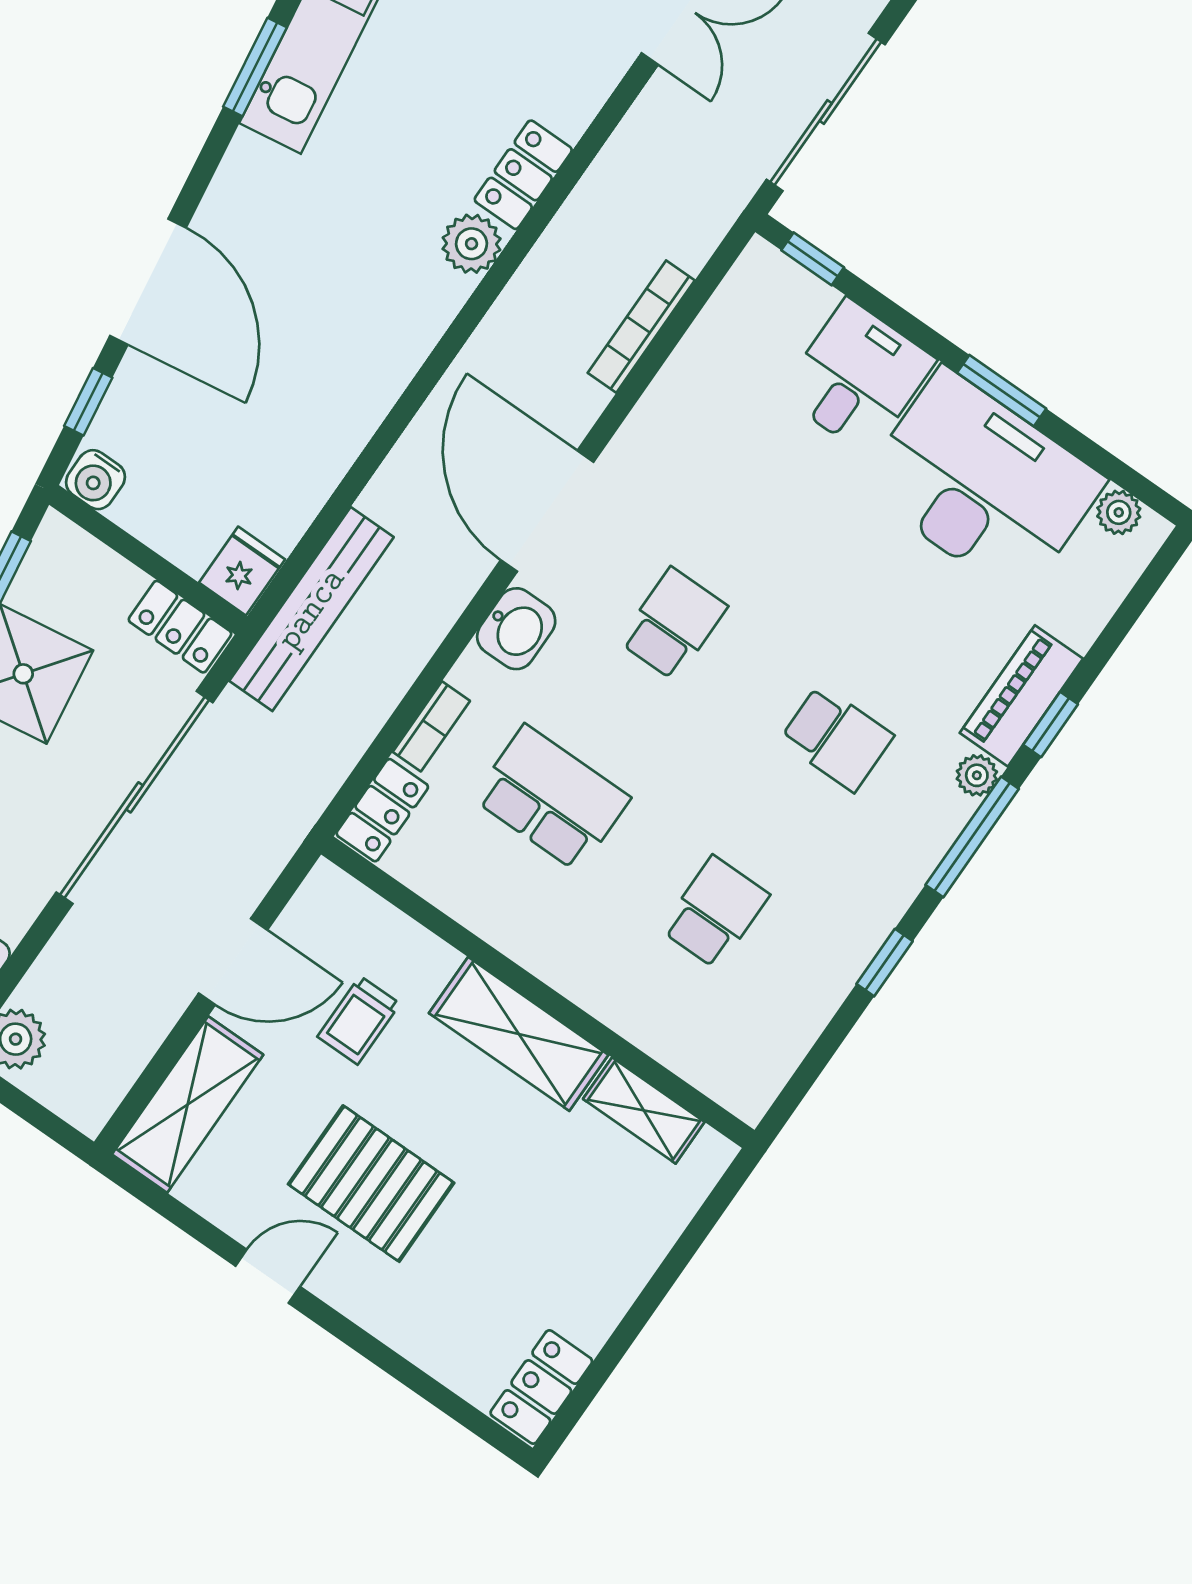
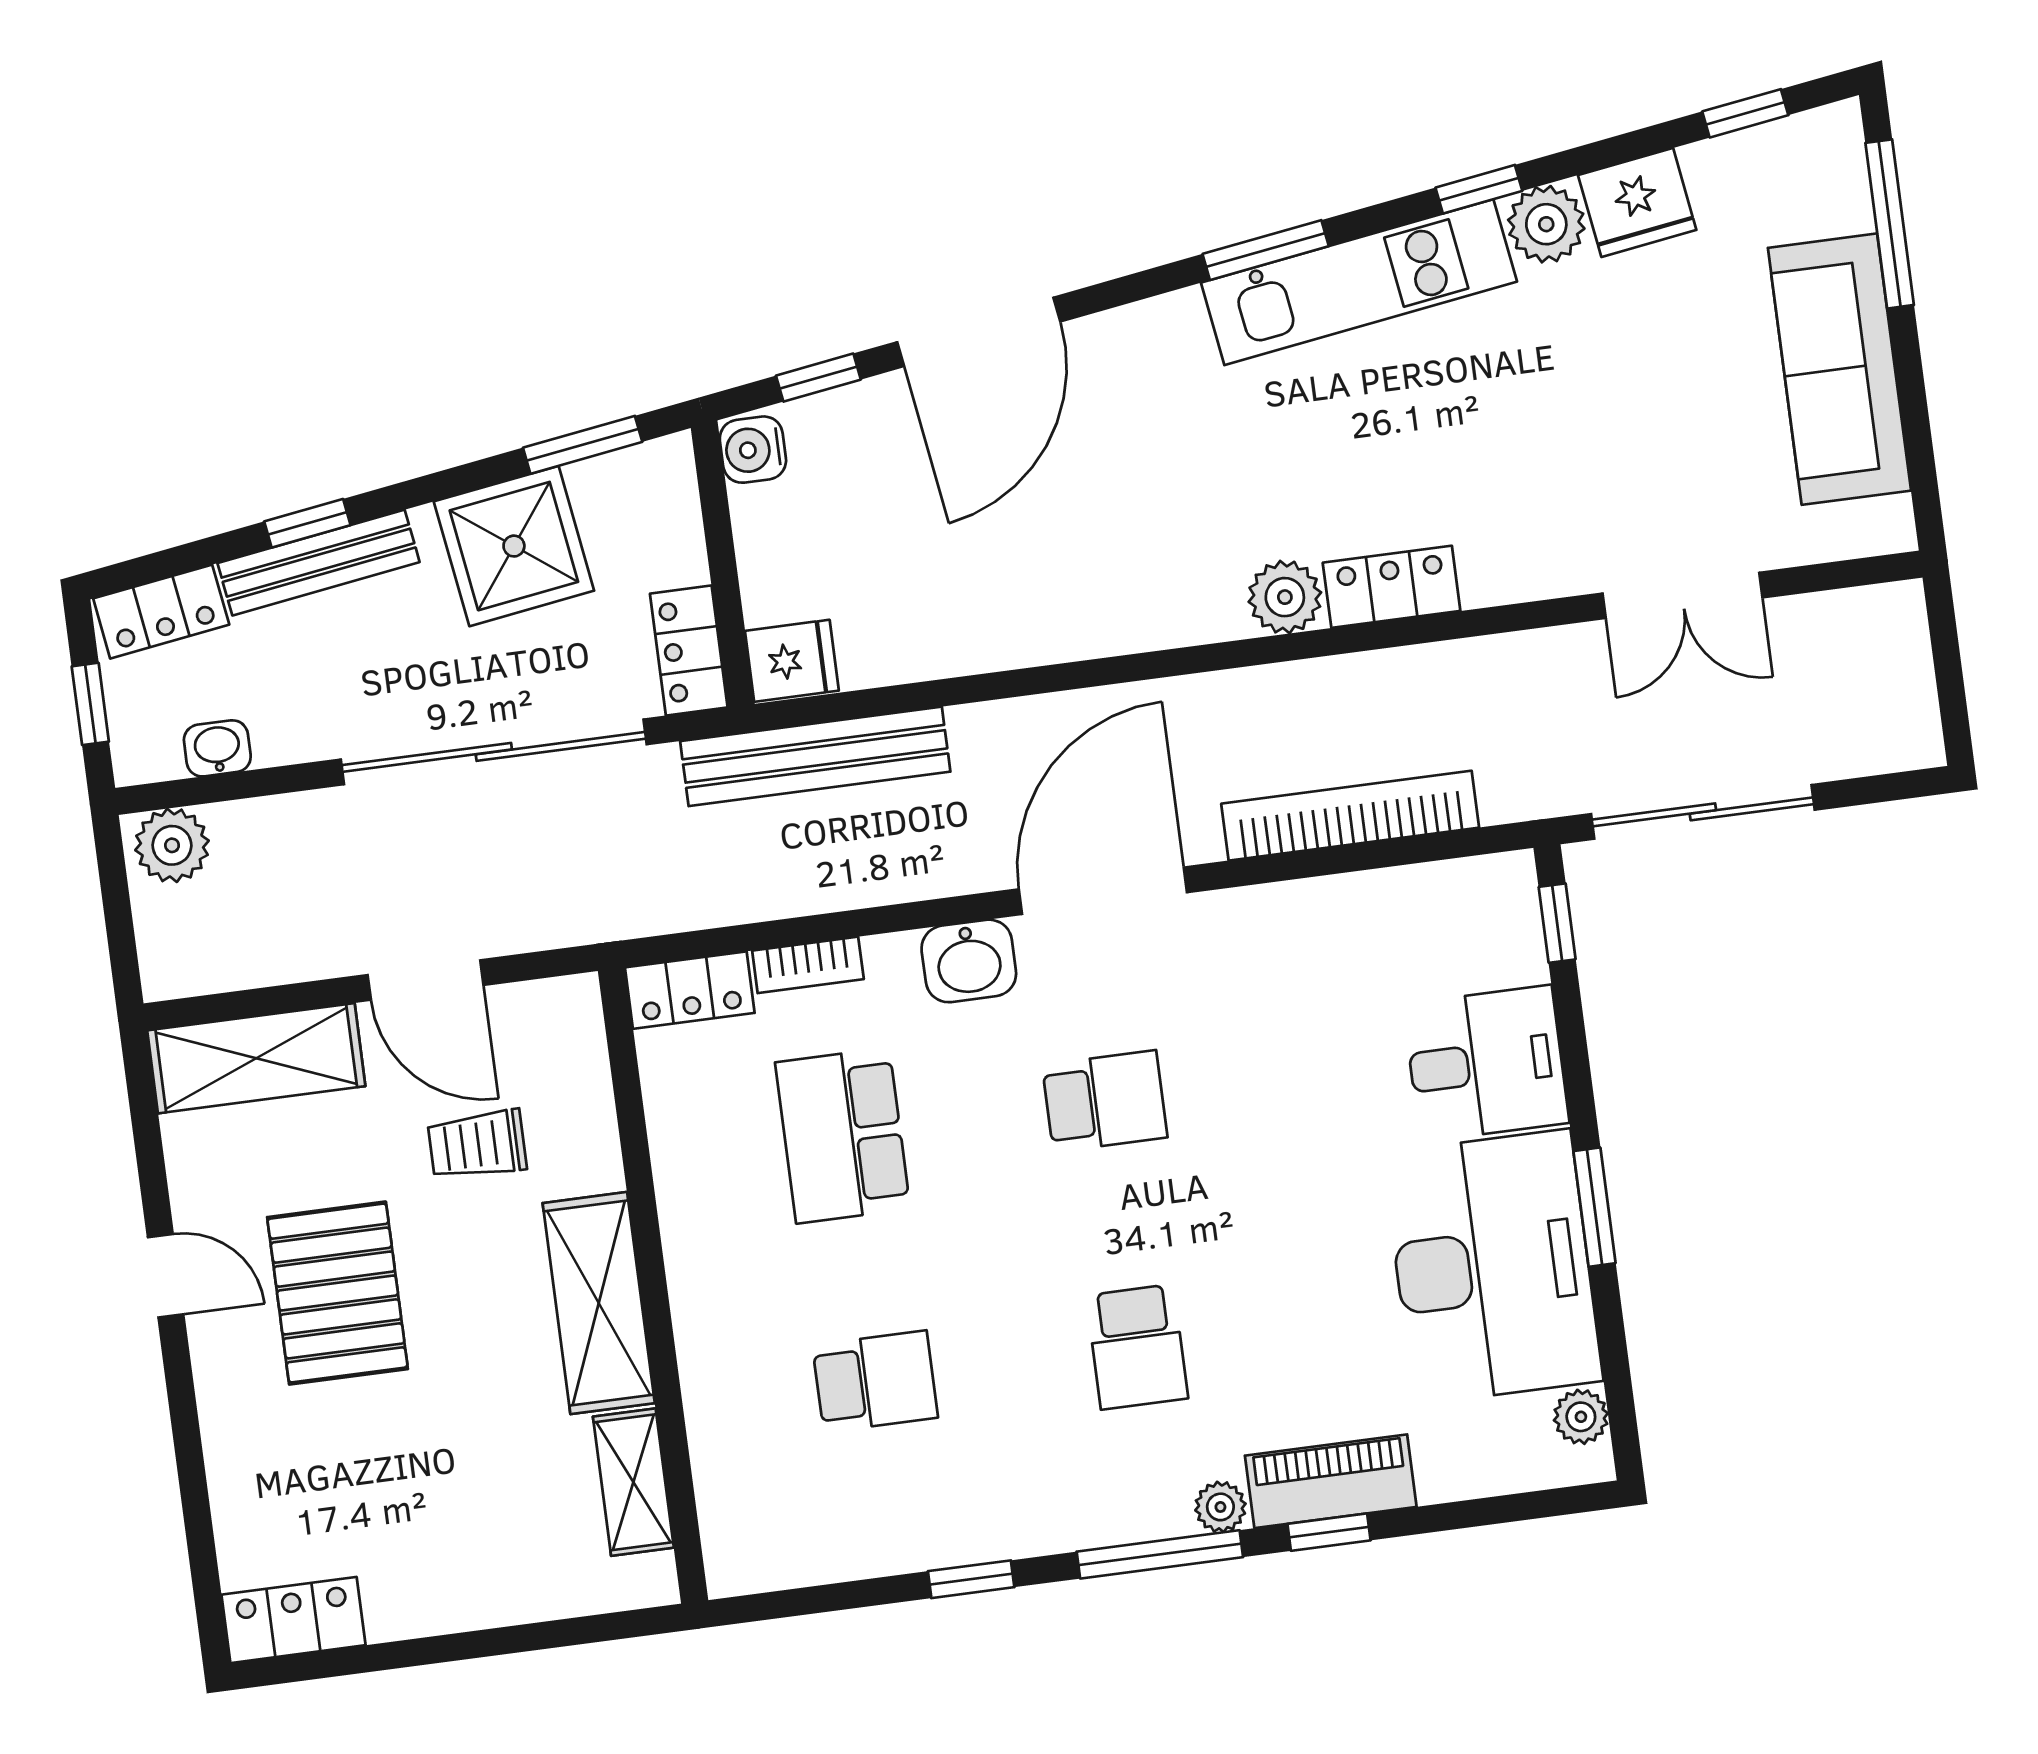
bookcase: (641, 327) -> (1350, 816), width x1.48, depth x1.31
school desk: (552, 798) -> (843, 1136), turned 180

